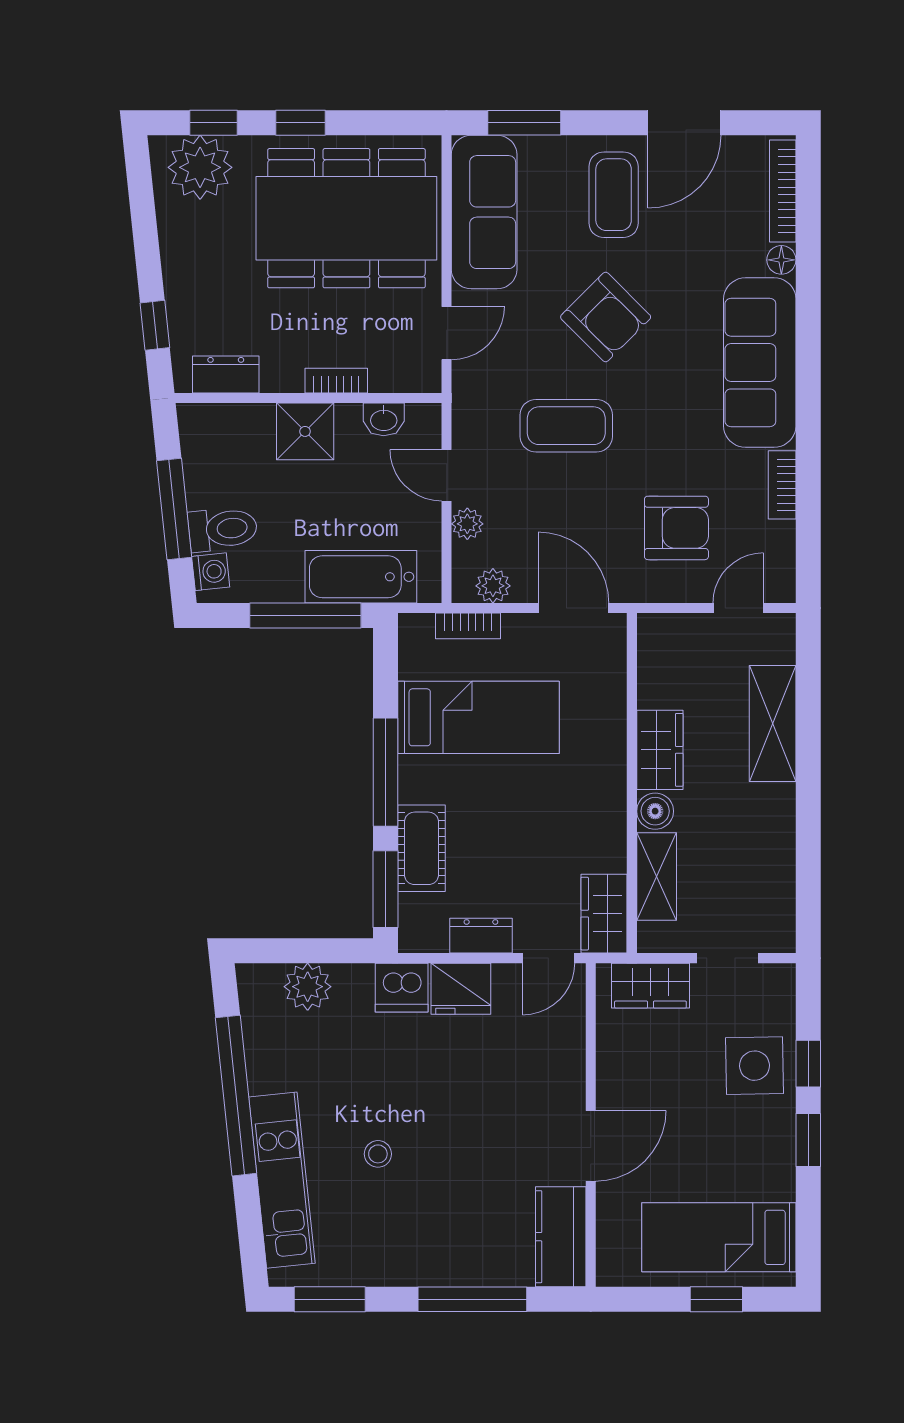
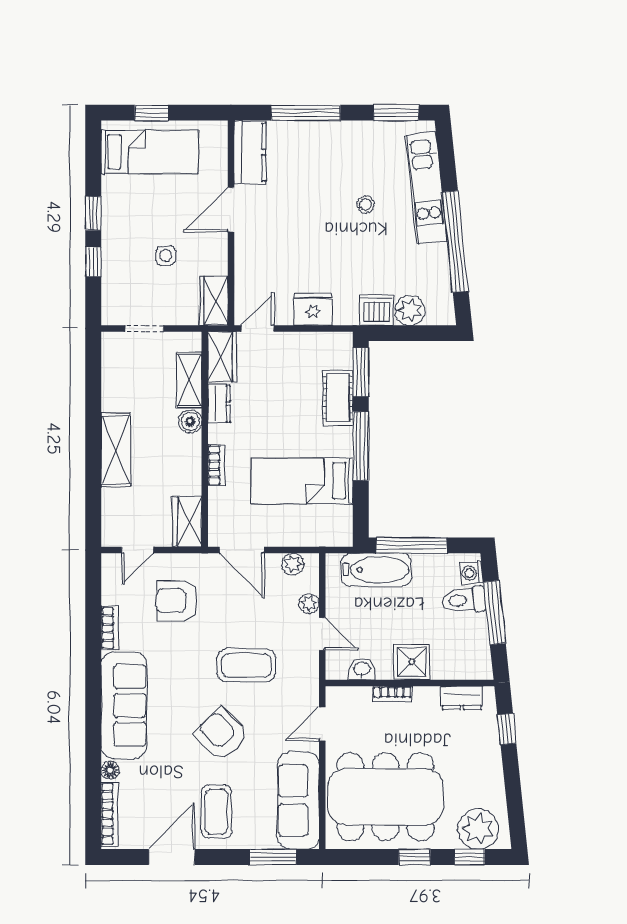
bookcase: (468, 626) -> (216, 465), moved, turned 90
shelving: (773, 723) -> (116, 450), moved
wardrobe: (660, 750) -> (187, 522), moved
dresser: (481, 936) -> (219, 404), moved, turned -90
wardrobe: (650, 986) -> (214, 301), moved, turned -90
dishwasher: (402, 988) -> (376, 310), moved
side table: (754, 1066) -> (166, 256), moved, width x0.54, depth x0.54

